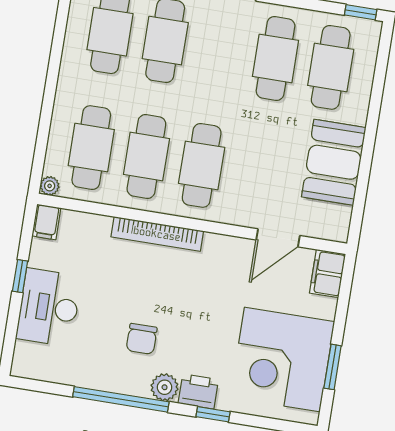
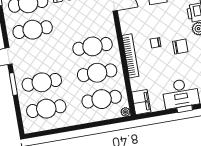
filing cabinet: (46, 222) -> (141, 102), width x2.00
window: (20, 276) -> (185, 109), moved
chair: (166, 293) -> (156, 43), added

